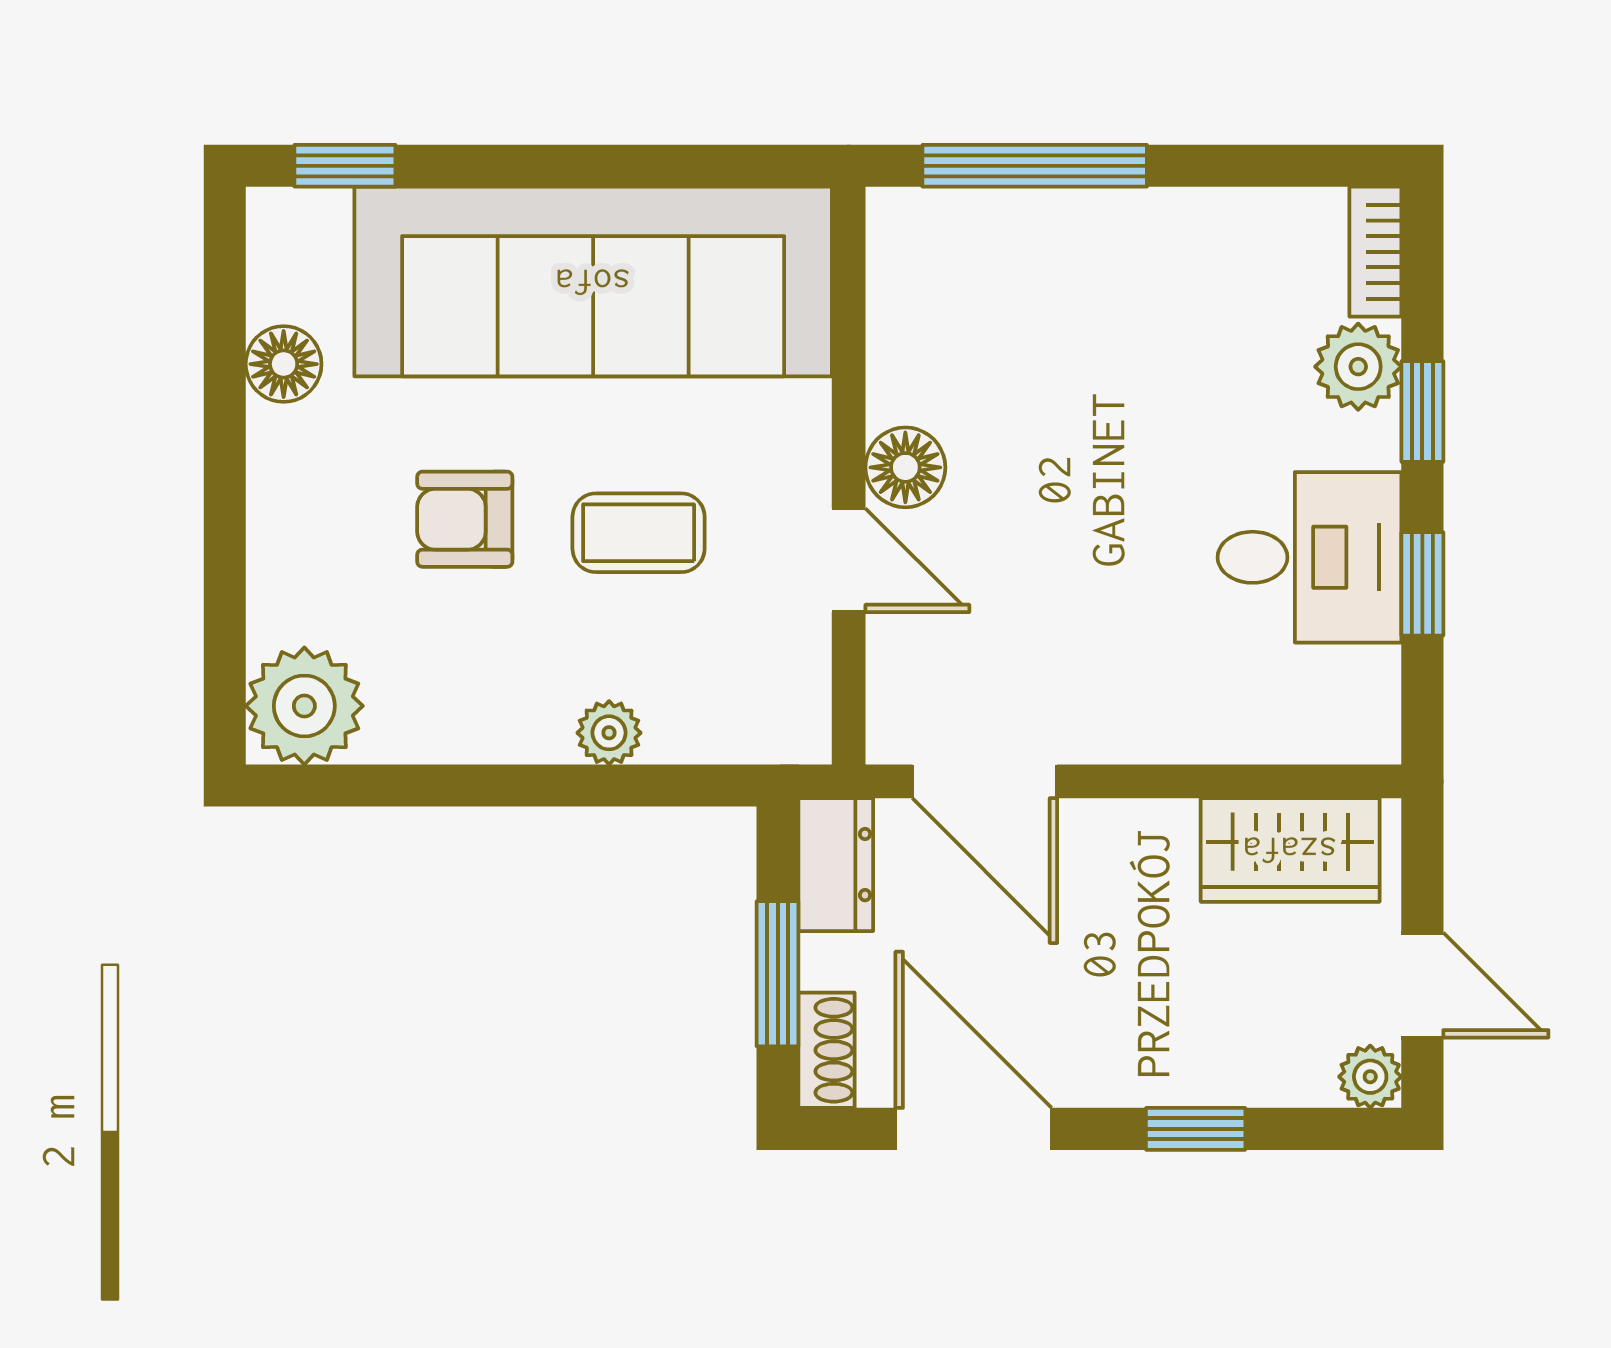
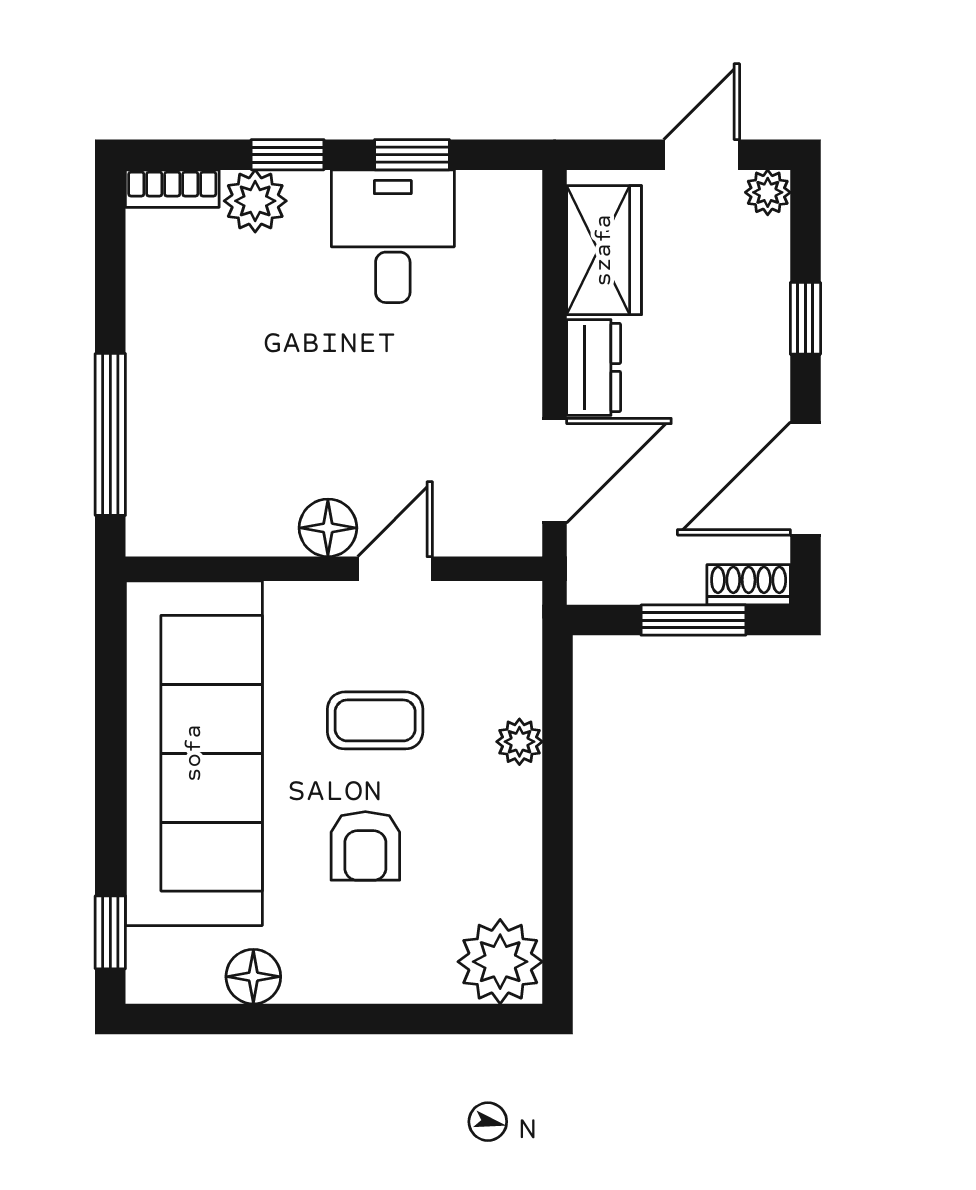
coffee table: (639, 533) -> (375, 720), turned 90
dresser: (836, 865) -> (594, 367), moved, turned 90

